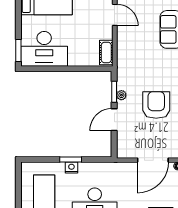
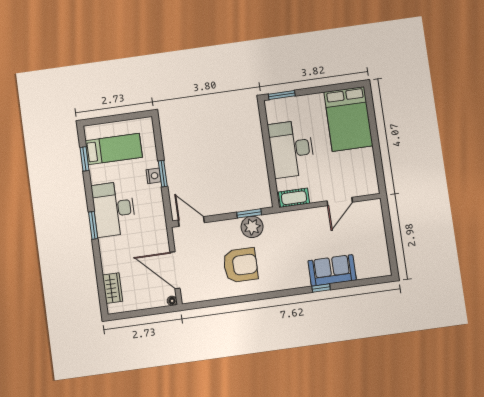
desk: (44, 49) -> (291, 149), moved
plant: (121, 95) -> (252, 227), width x1.87, depth x1.87
door: (114, 120) -> (191, 221), moved

